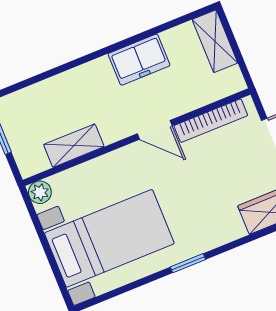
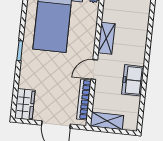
shelving: (215, 41) -> (107, 121), moved
shelving: (74, 146) -> (106, 38), moved

